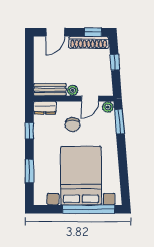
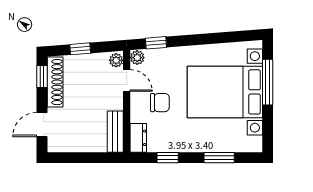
door: (55, 32) -> (42, 125), swing flipped
plant: (73, 90) -> (116, 60), moved
window: (119, 122) -> (156, 43), width x0.67
window: (89, 209) -> (268, 82), width x0.68

